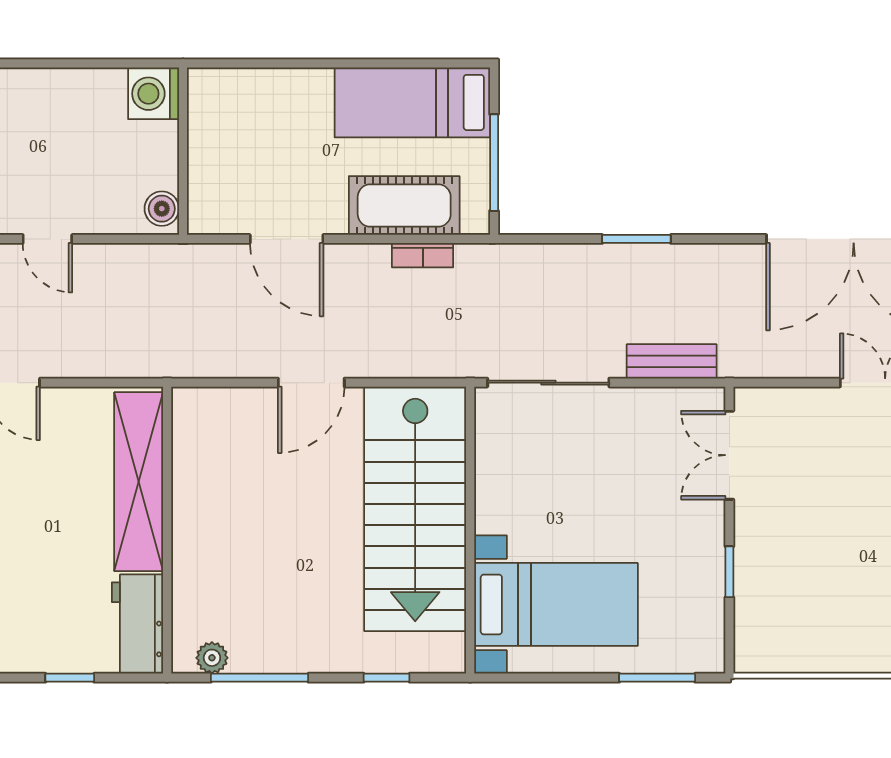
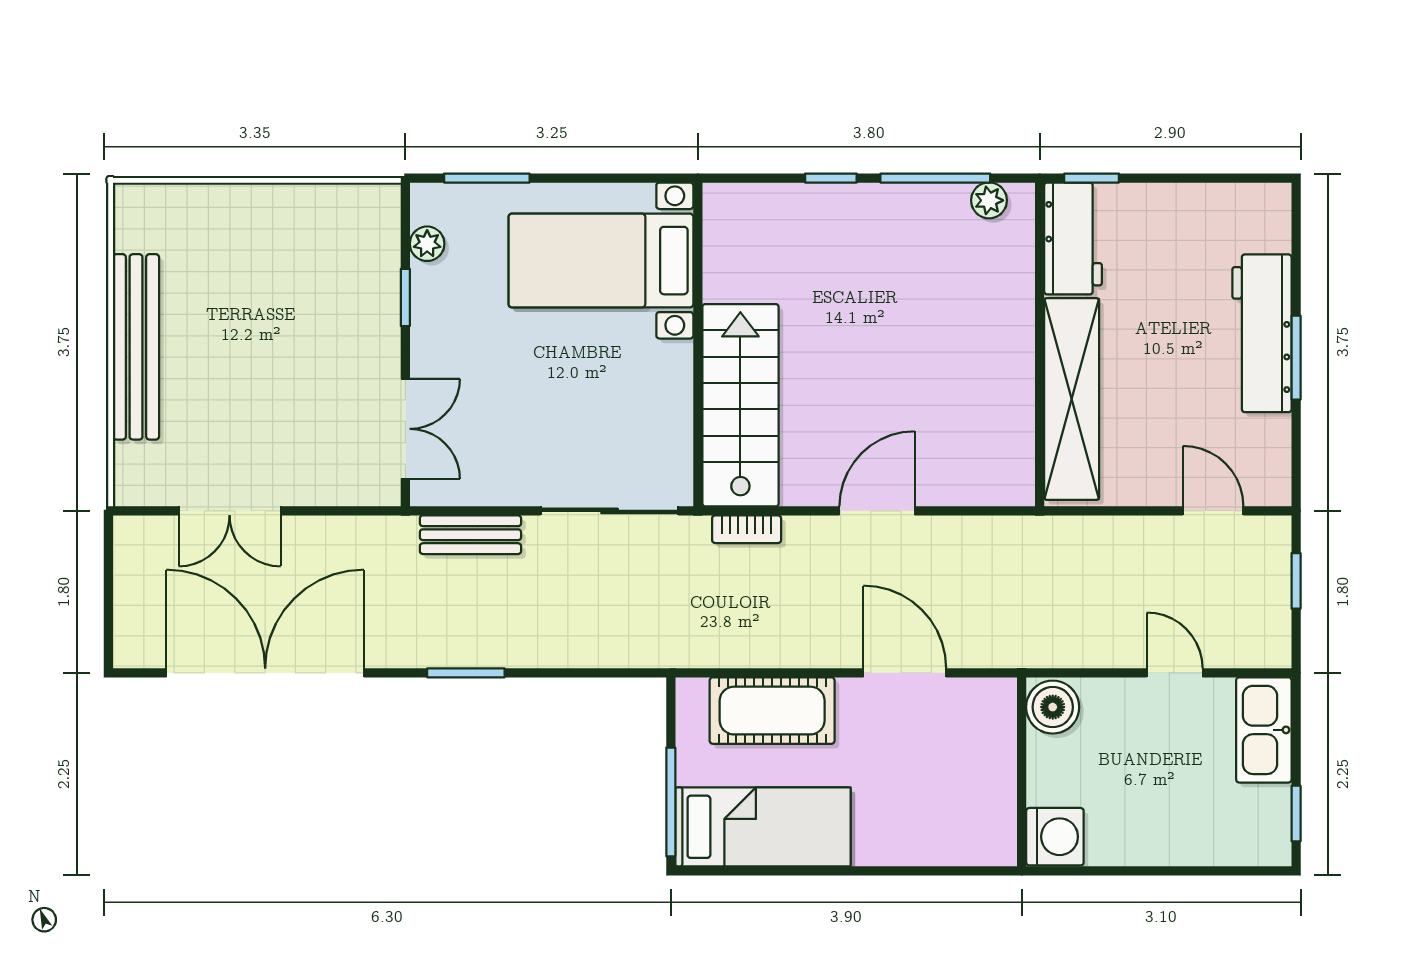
window: (494, 163) -> (671, 802), moved
boiler: (162, 209) -> (1053, 707), width x1.36, depth x1.36
window: (636, 239) -> (466, 673), moved
bookcase: (423, 255) -> (747, 529), moved, turned 180
stairs: (415, 509) -> (740, 405), width x0.73, depth x0.66
plant: (710, 619) -> (427, 244), added
window: (70, 678) -> (1092, 178), moved
window: (387, 678) -> (831, 178), moved

